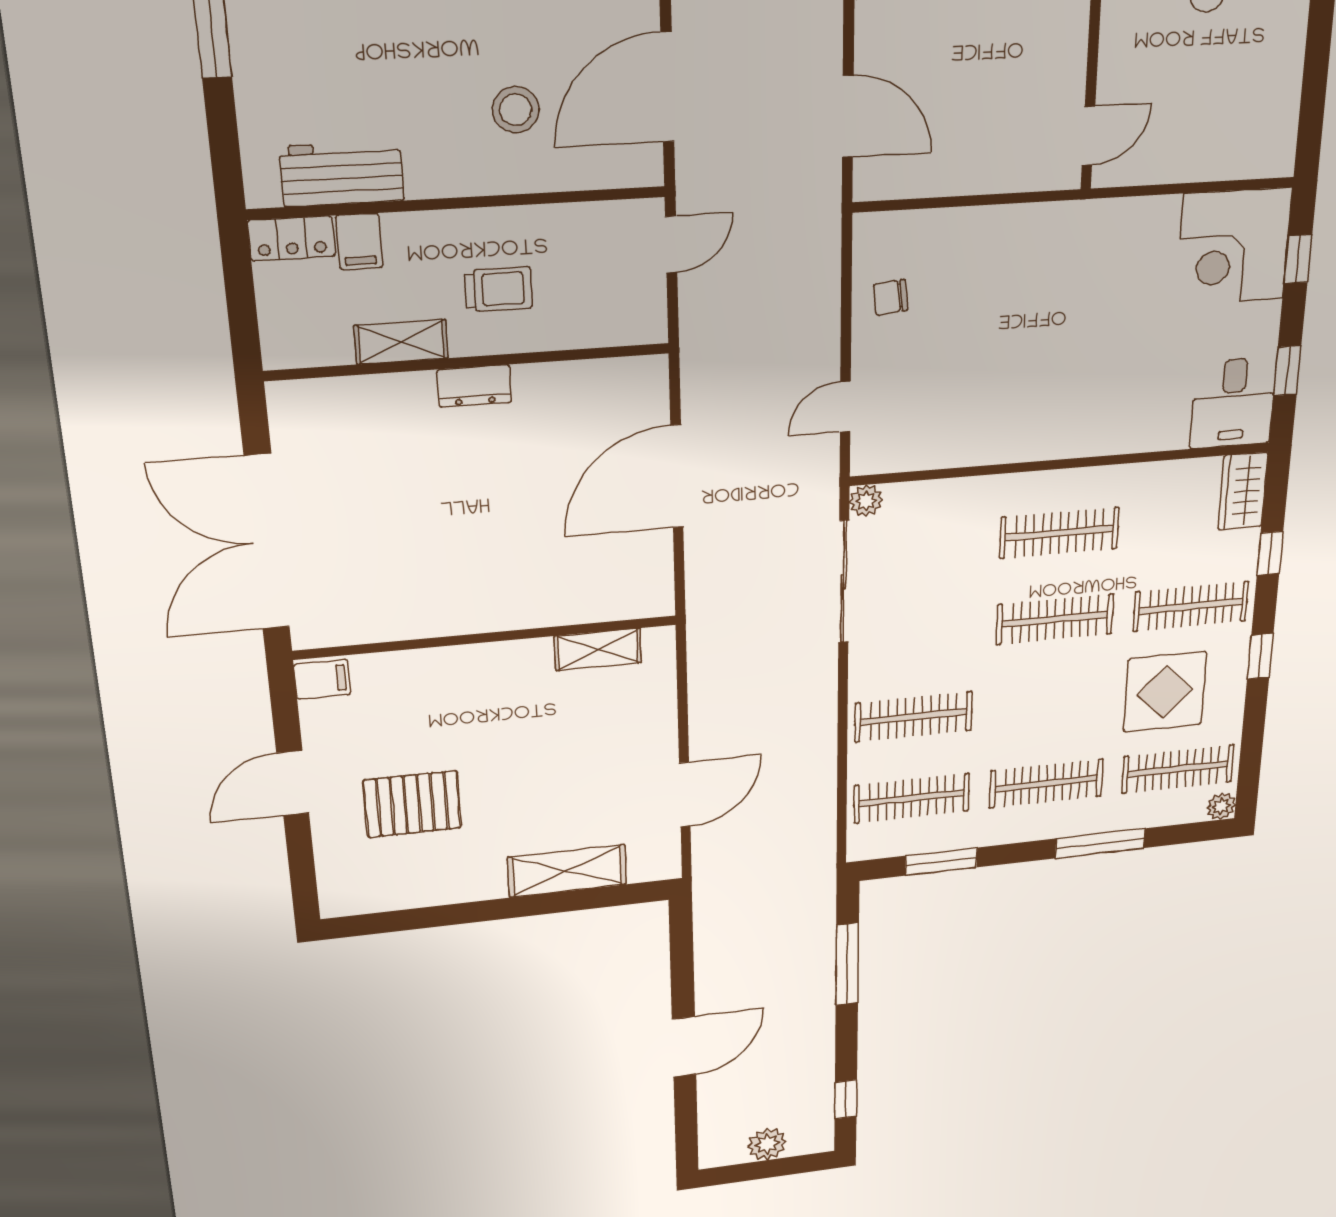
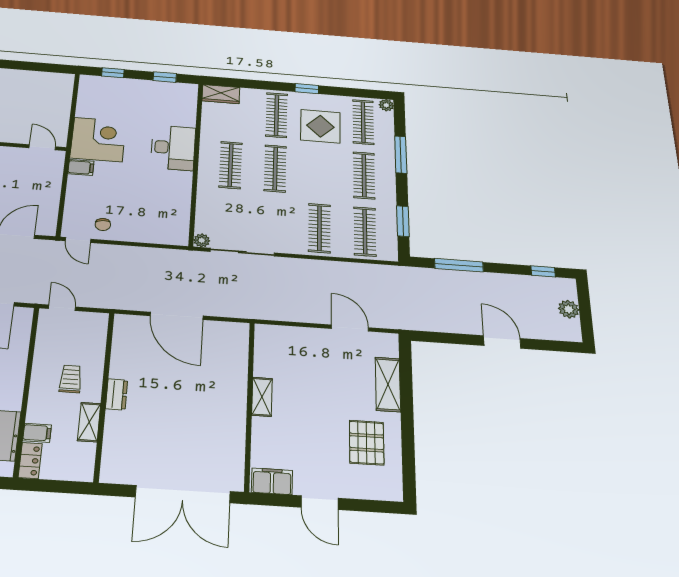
filing cabinet: (1038, 229) -> (81, 167), added
corner desk: (1234, 247) -> (98, 140), moved, turned -90
desk: (1233, 403) -> (173, 148), moved, width x1.37
door: (845, 407) -> (78, 240), moved
window: (1270, 553) -> (254, 84), removed
shelving: (598, 649) -> (262, 397), moved
filing cabinet: (322, 679) -> (272, 481), width x2.00
pallet: (412, 804) -> (367, 443), moved

